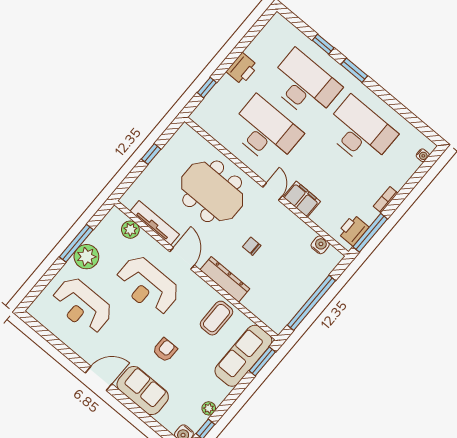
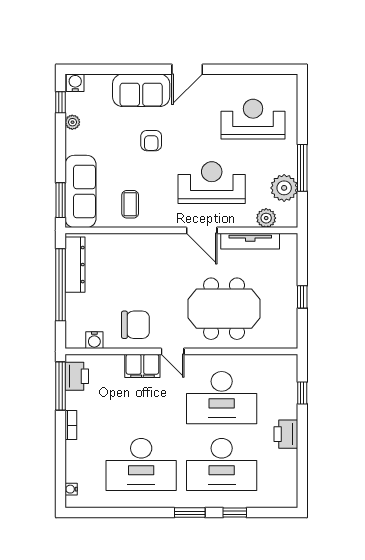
chair: (252, 246) -> (135, 325), moved, width x1.87, depth x1.87
plant: (86, 257) -> (284, 188), moved
dresser: (225, 279) -> (75, 265), moved, turned -90
coffee table: (216, 318) -> (130, 204), width x0.73, depth x0.77

